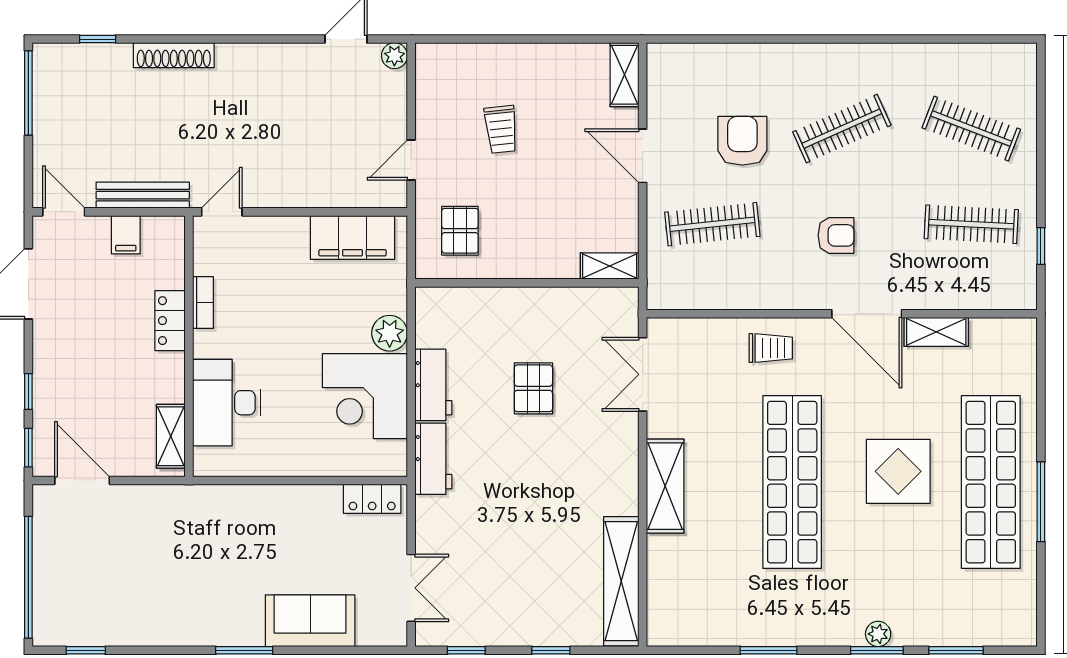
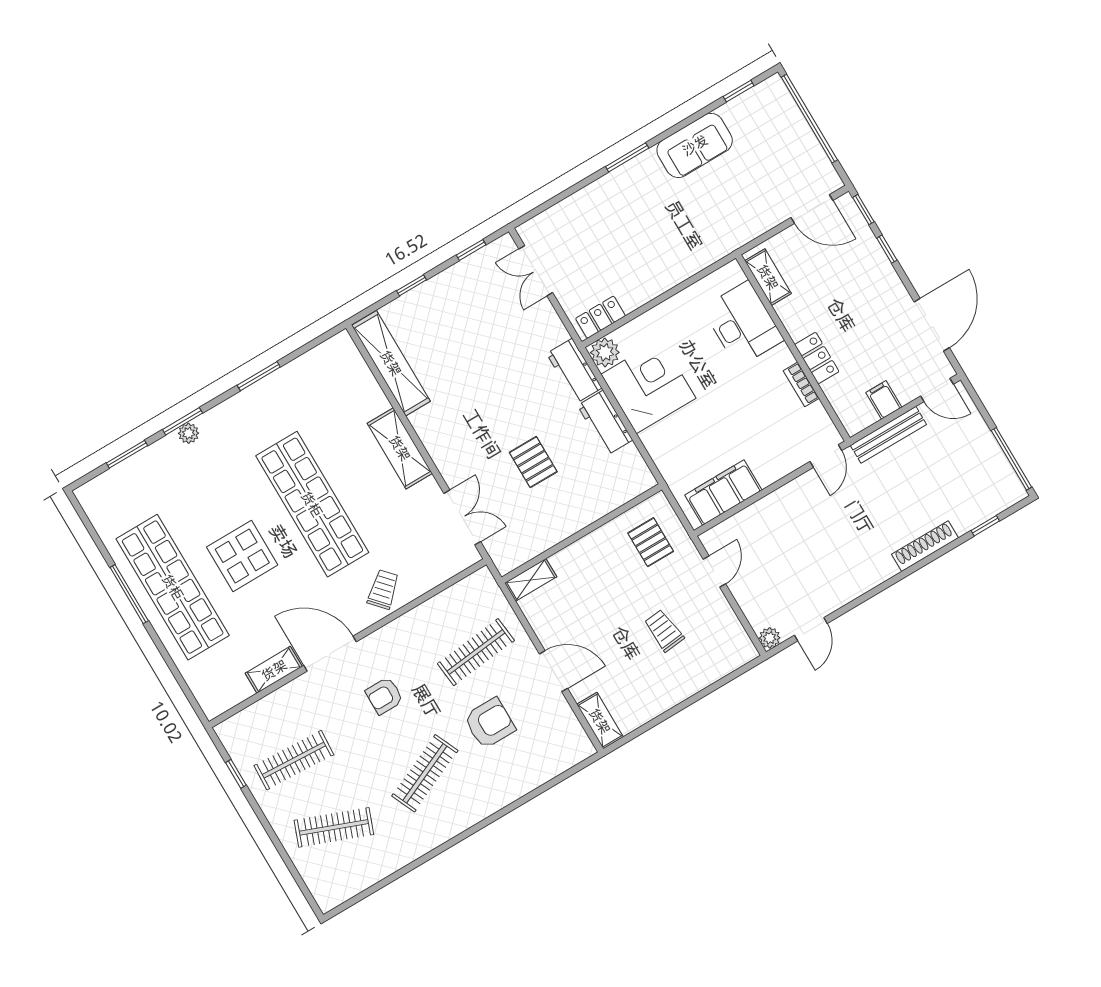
armchair: (742, 141) -> (490, 723), turned -90
plant: (390, 333) -> (605, 352), moved
trolley: (771, 348) -> (383, 589), turned 138
sofa: (310, 621) -> (695, 145), moved

